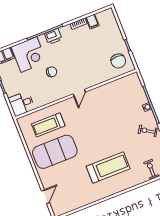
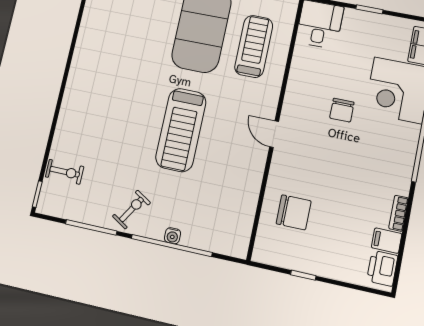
printer: (53, 36) -> (382, 268), moved
chair: (118, 61) -> (294, 212), moved, turned 180
treadmill: (108, 168) -> (181, 130), moved

